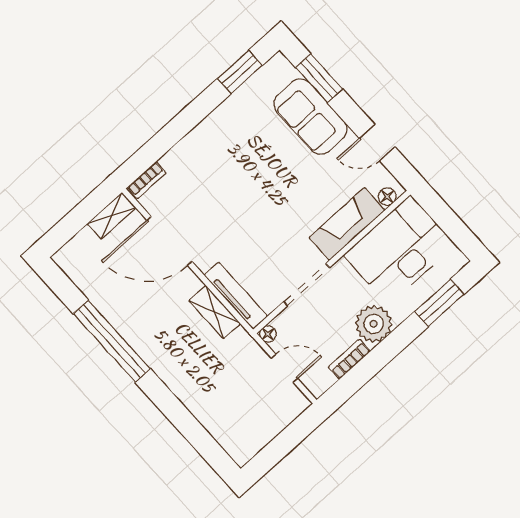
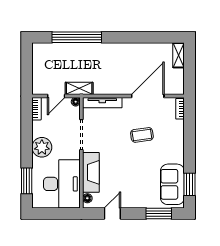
sofa: (310, 117) -> (172, 184), moved, turned -90
coffee table: (231, 200) -> (142, 135), added
shelving: (112, 216) -> (179, 55), moved
shelving: (215, 312) -> (79, 88), moved
window: (112, 341) -> (77, 37), moved
bookcase: (349, 359) -> (36, 109), moved

